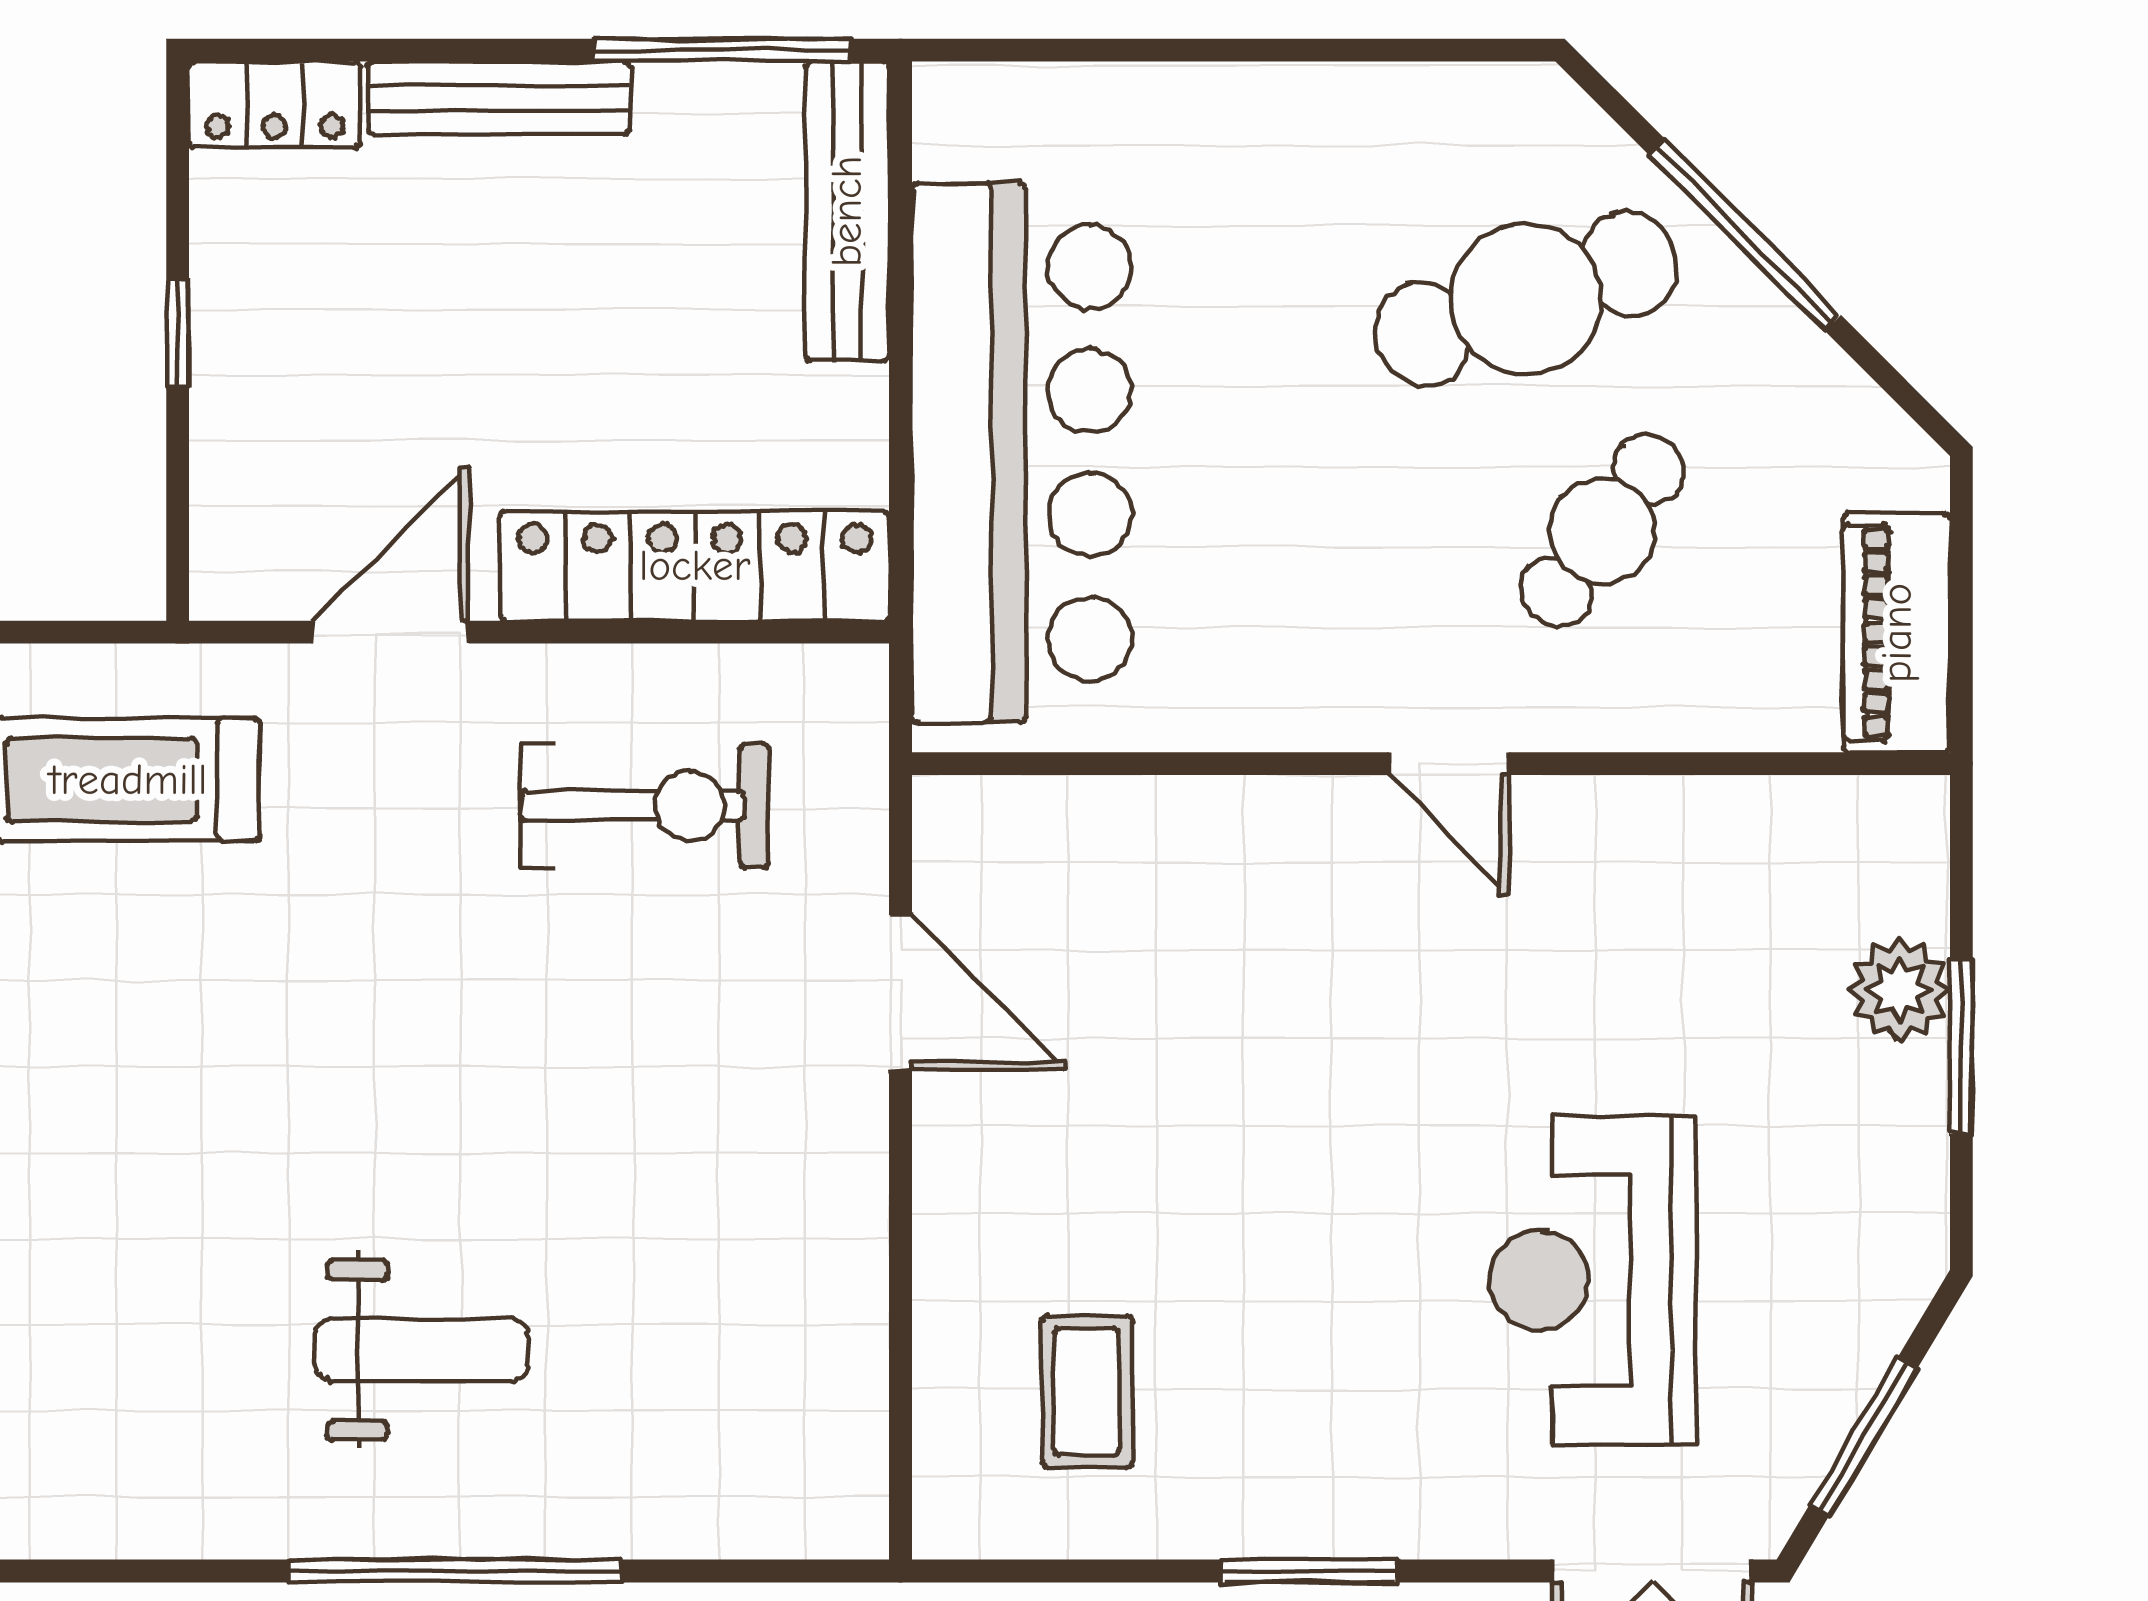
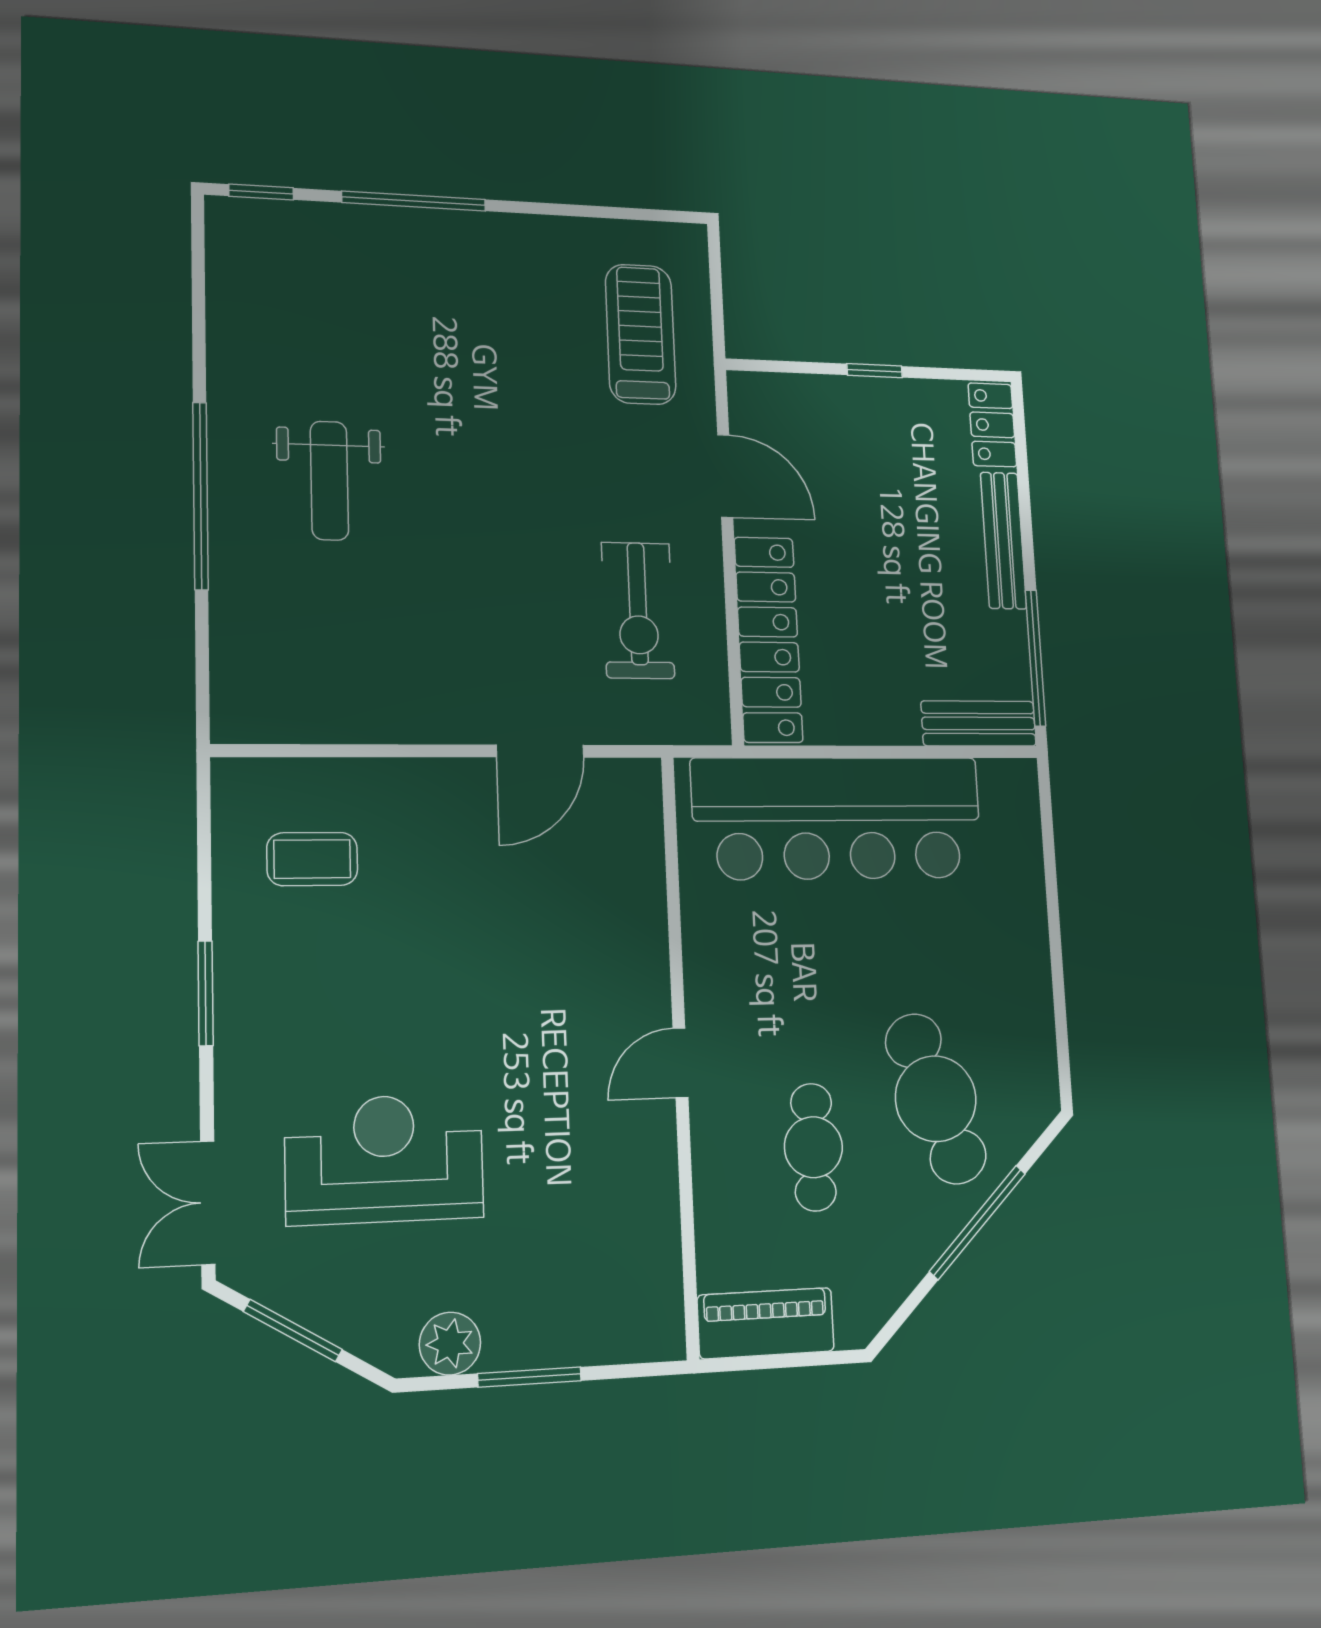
bench: (847, 211) -> (979, 723), width x0.73
cafe table: (1602, 531) -> (813, 1147), turned 53
plant: (1899, 990) -> (450, 1344), moved

